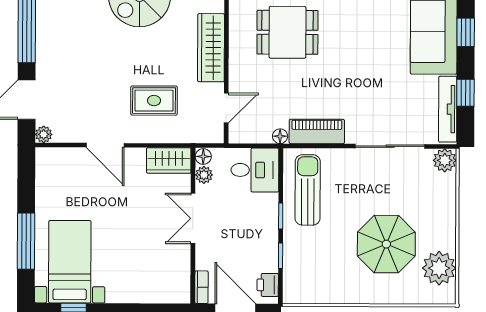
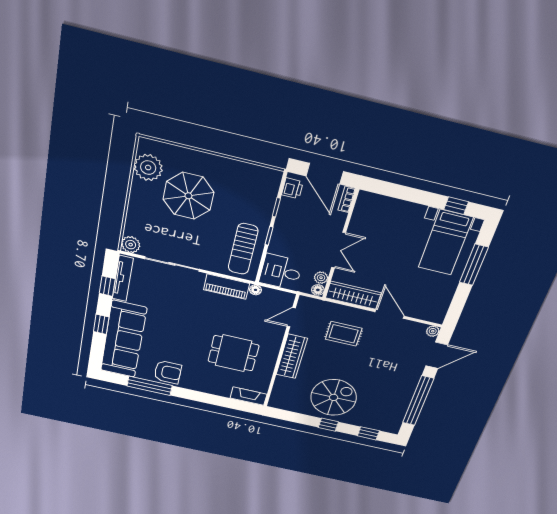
wardrobe: (169, 160) -> (353, 295), width x1.50

